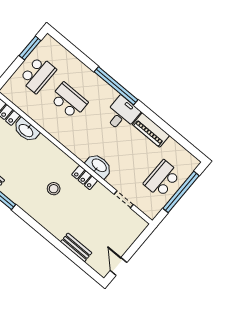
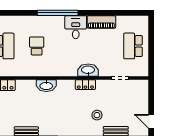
school desk: (69, 101) -> (37, 46), width x0.54
washbasin: (26, 130) -> (46, 86), moved
stool: (54, 189) -> (97, 115), moved
window: (181, 192) -> (151, 44), removed

